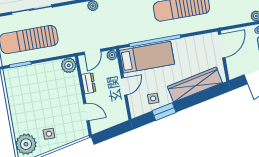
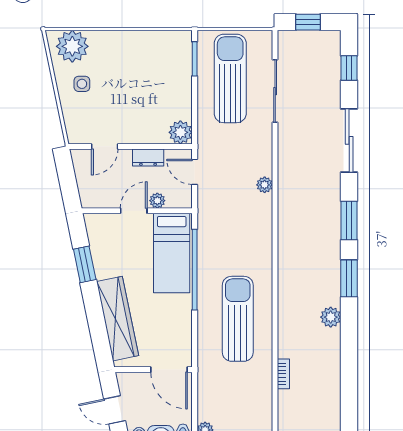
plant: (112, 55) -> (157, 201), moved
door: (124, 86) -> (134, 211), swing flipped
side table: (153, 98) -> (108, 252), removed

